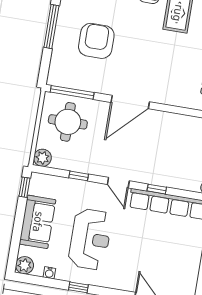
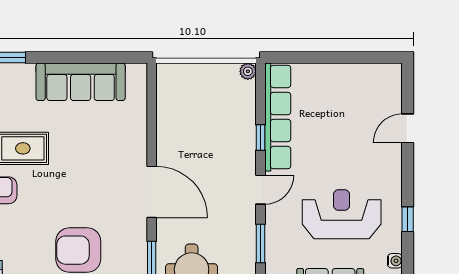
window: (79, 176) -> (261, 244), width x1.50

